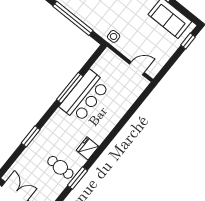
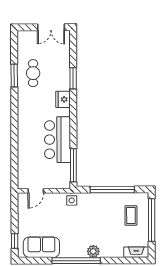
window: (70, 88) -> (73, 165), moved
fridge: (88, 148) -> (63, 99), moved, turned 180
cafe table: (60, 167) -> (33, 73), turned 90

